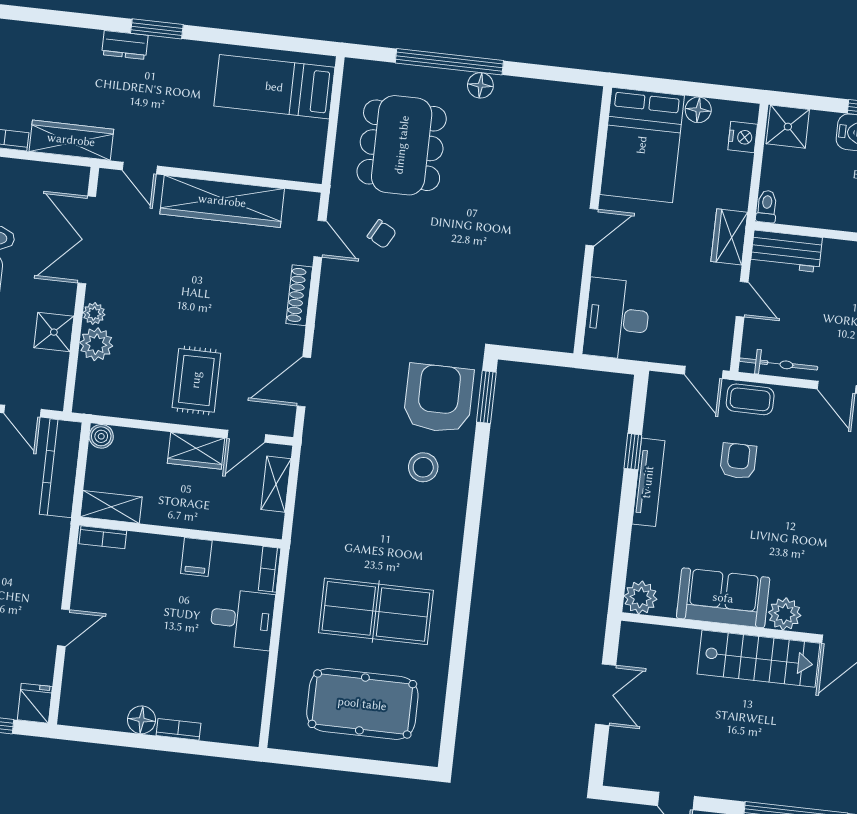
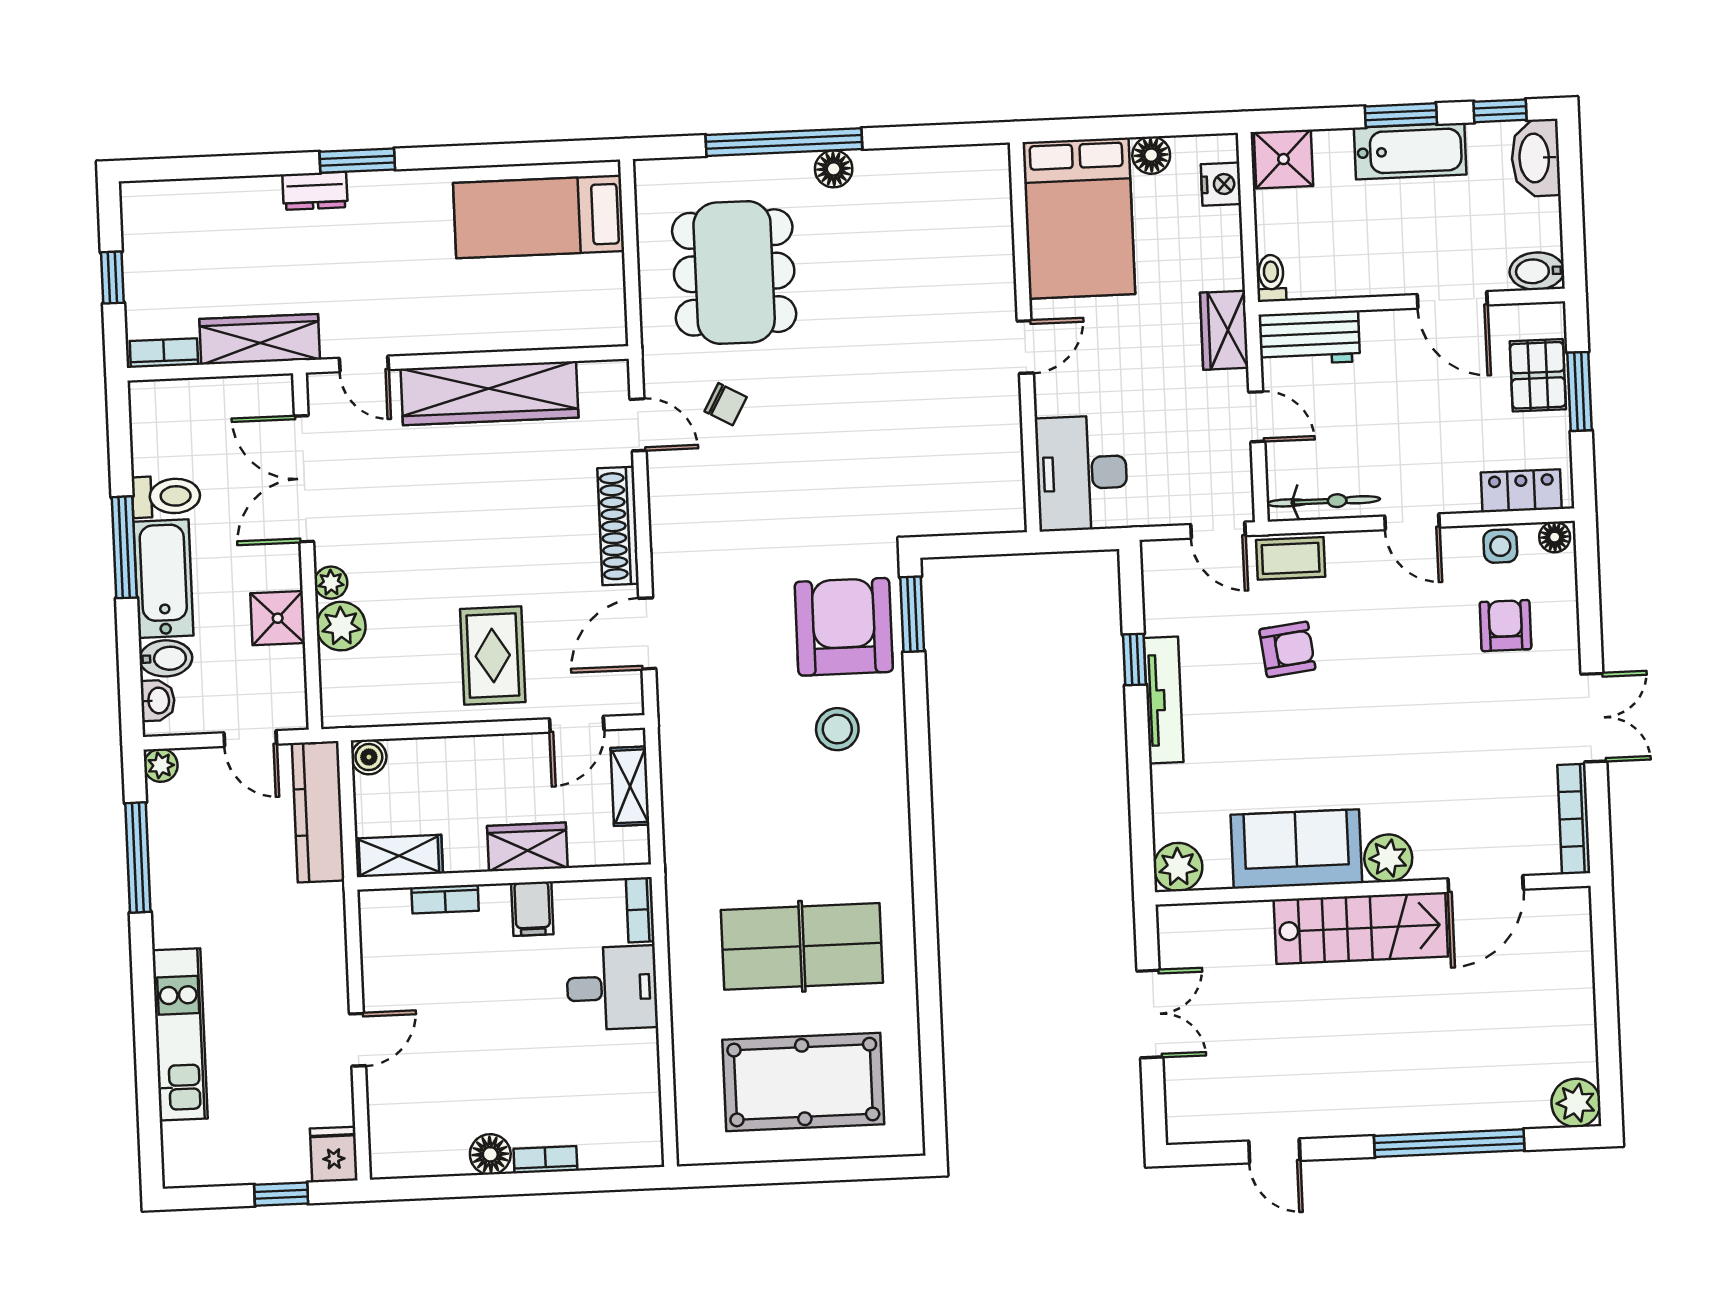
shoe rack: (299, 295) -> (618, 526), width x1.36, depth x1.24
wardrobe: (196, 451) -> (527, 847), moved, turned 180
armchair: (738, 461) -> (1287, 649), turned 83
bookcase: (103, 537) -> (445, 899), moved

